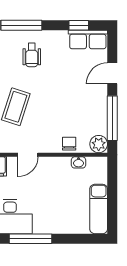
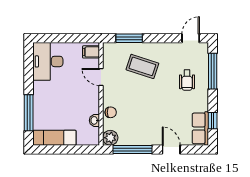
wheelchair: (32, 55) -> (187, 80), turned -90
window: (30, 239) -> (29, 113), moved

